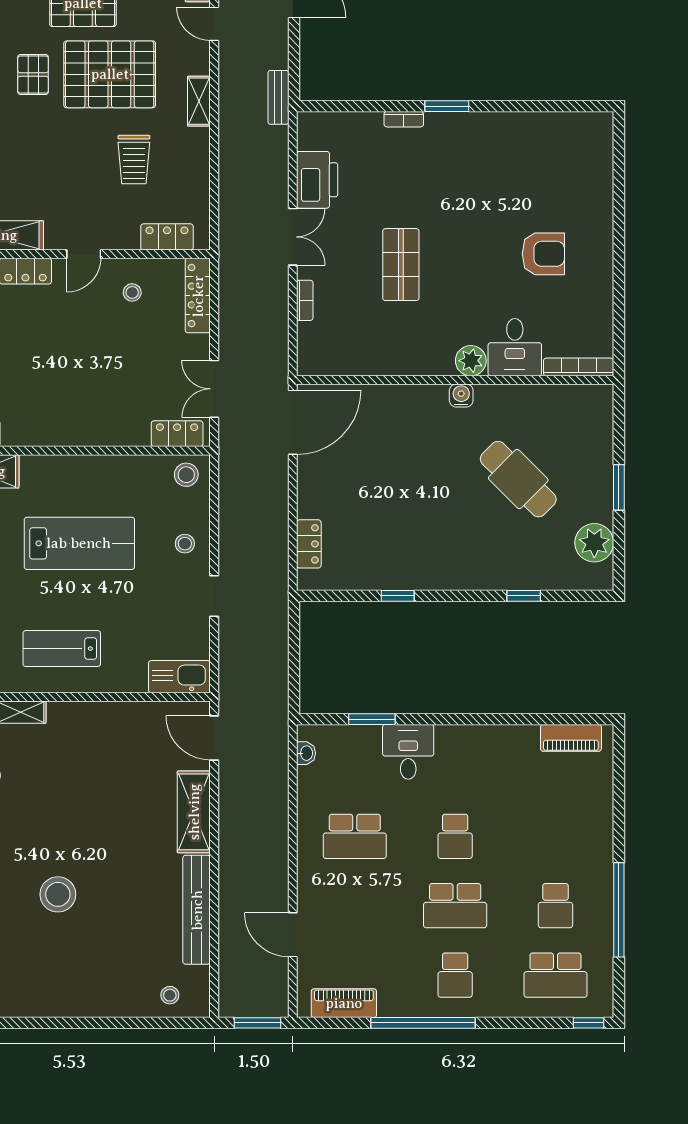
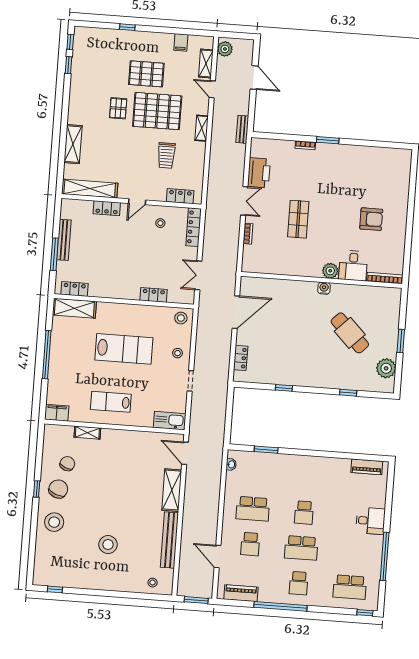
door: (293, 422) -> (236, 312), moved
locker: (177, 434) -> (154, 295), moved
desk: (408, 752) -> (370, 521), moved, turned 90
stool: (58, 894) -> (108, 545), moved
school desk: (555, 906) -> (250, 544), moved

